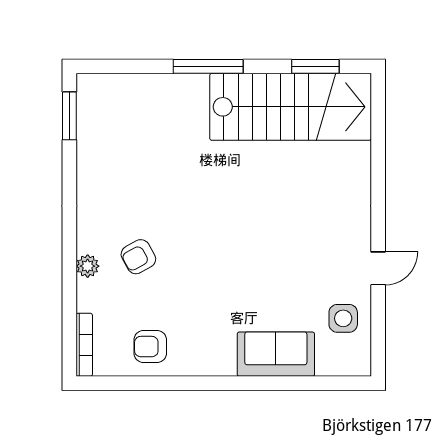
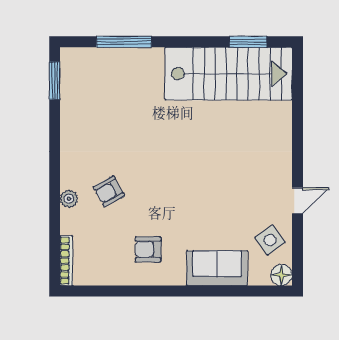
window: (208, 66) -> (124, 42), moved
side table: (343, 318) -> (270, 240), turned -36
armchair: (150, 347) -> (148, 249), moved
floor lamp: (358, 363) -> (281, 275), added

